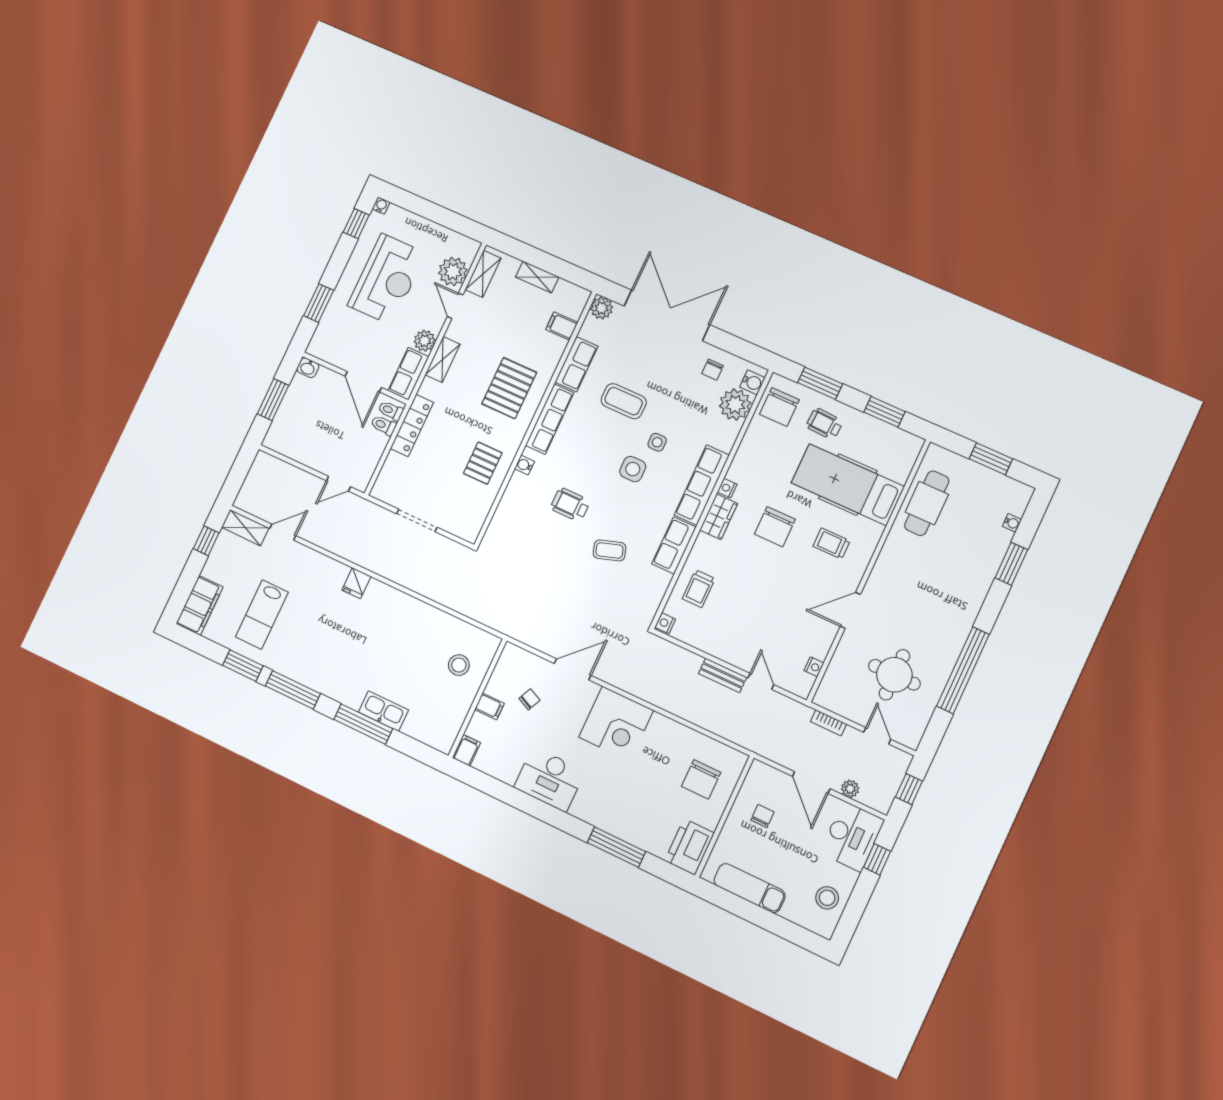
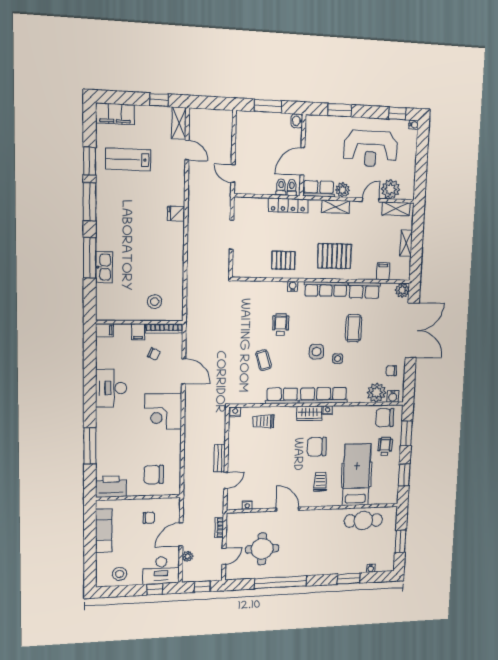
bookcase: (501, 669) -> (164, 329), added

